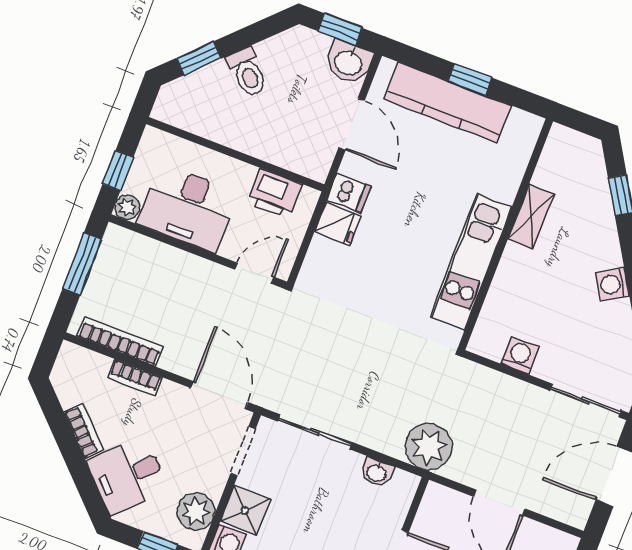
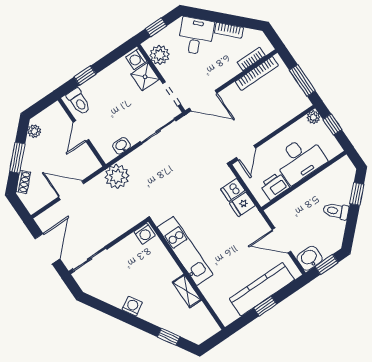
dishwasher: (349, 193) -> (233, 190), moved
desk: (188, 208) -> (300, 159), moved, turned 180
washing machine: (520, 355) -> (145, 234), moved
bookcase: (135, 378) -> (251, 59), moved

